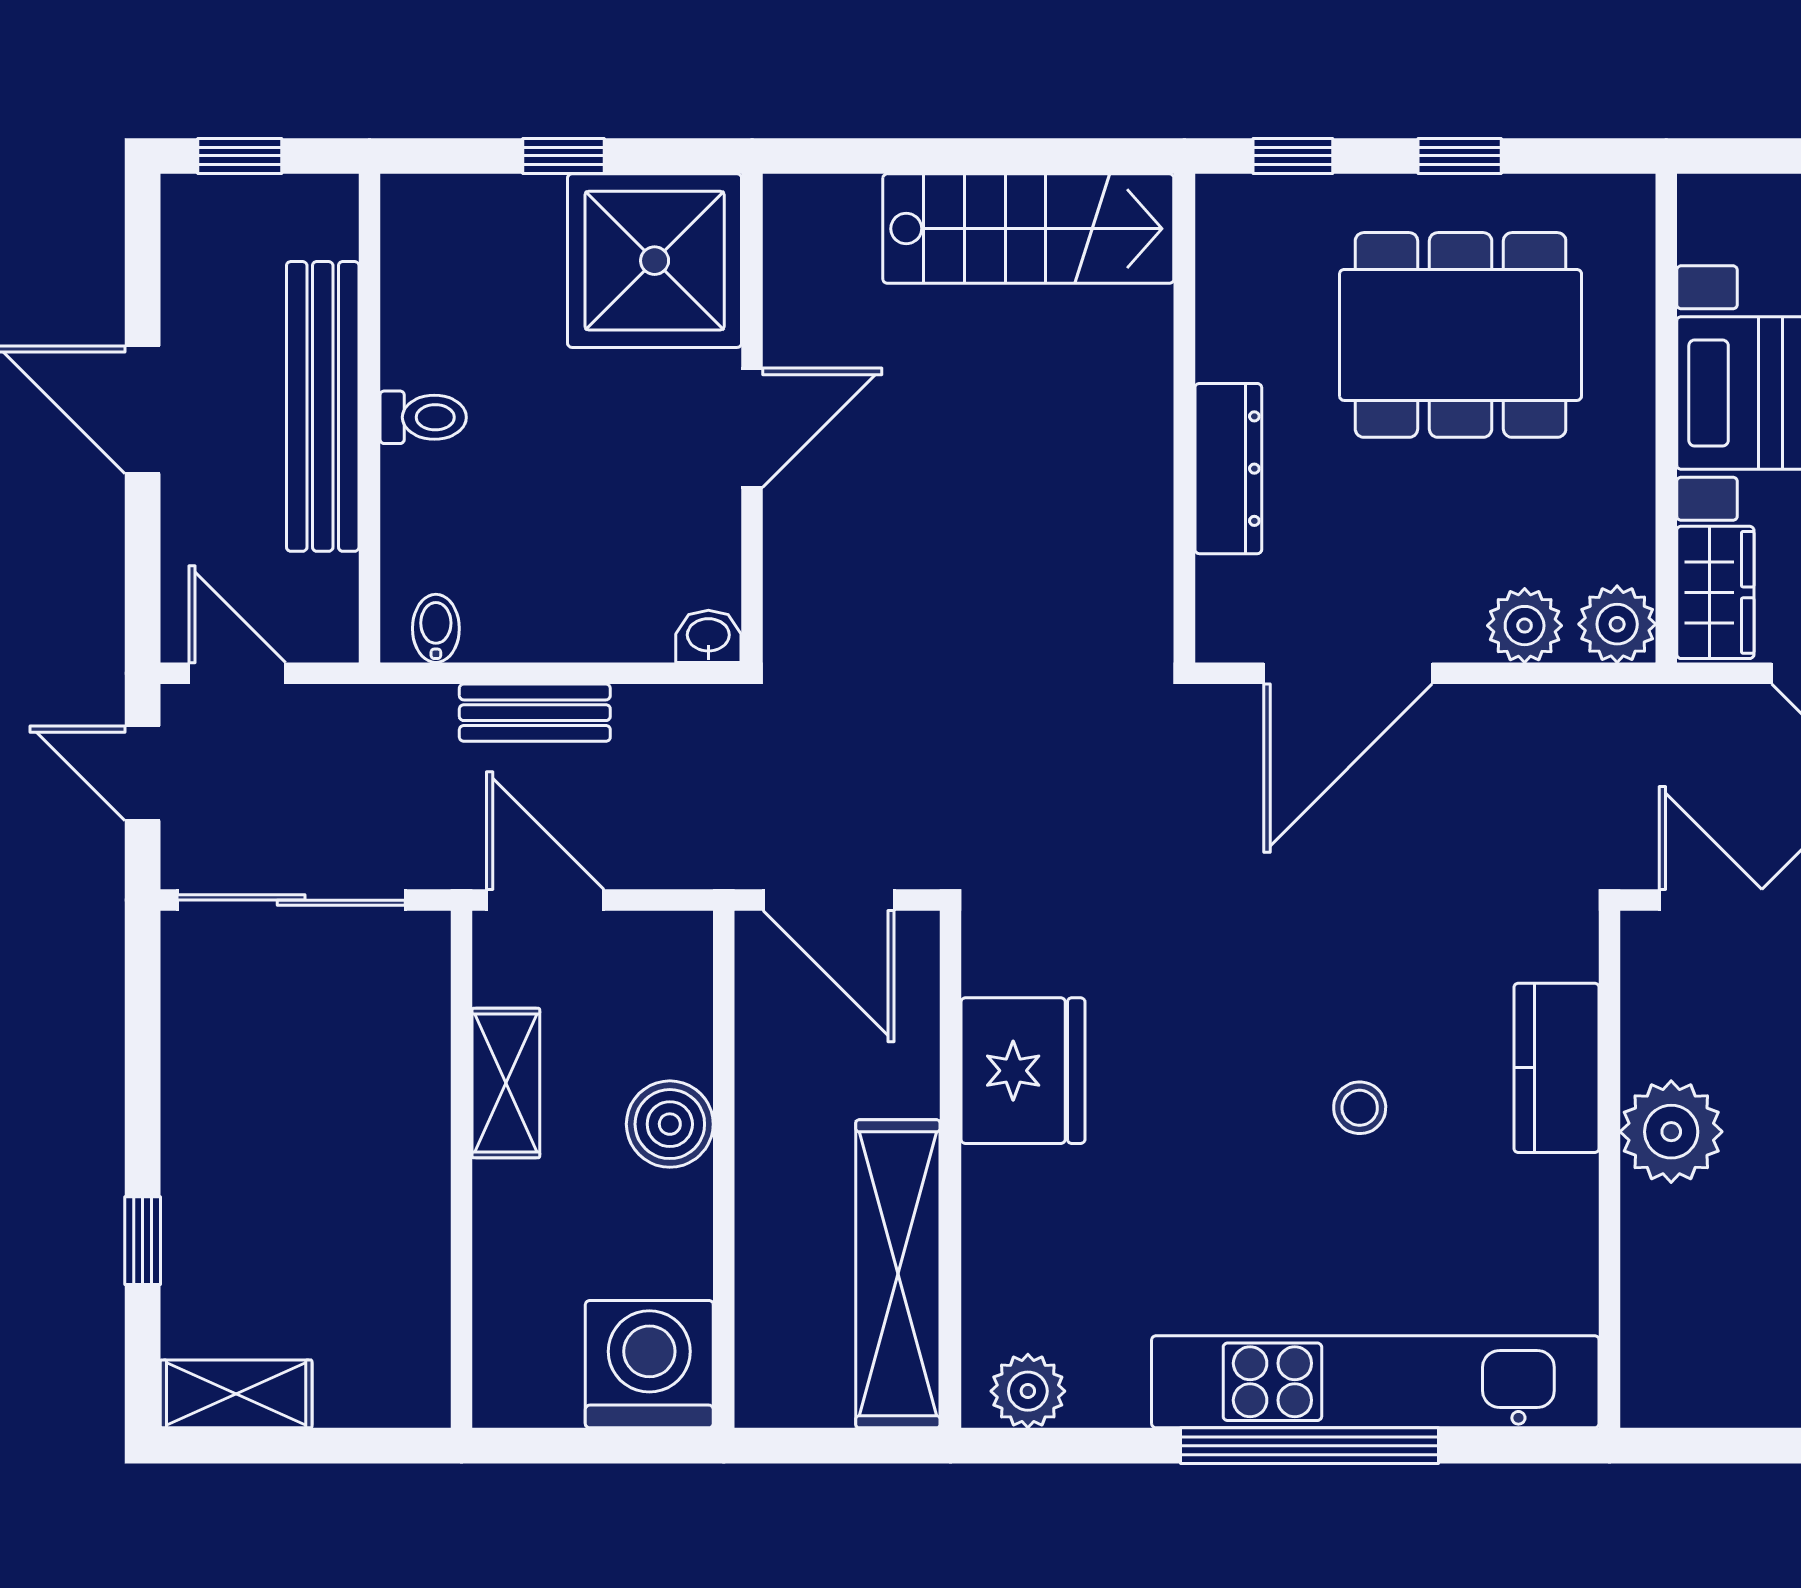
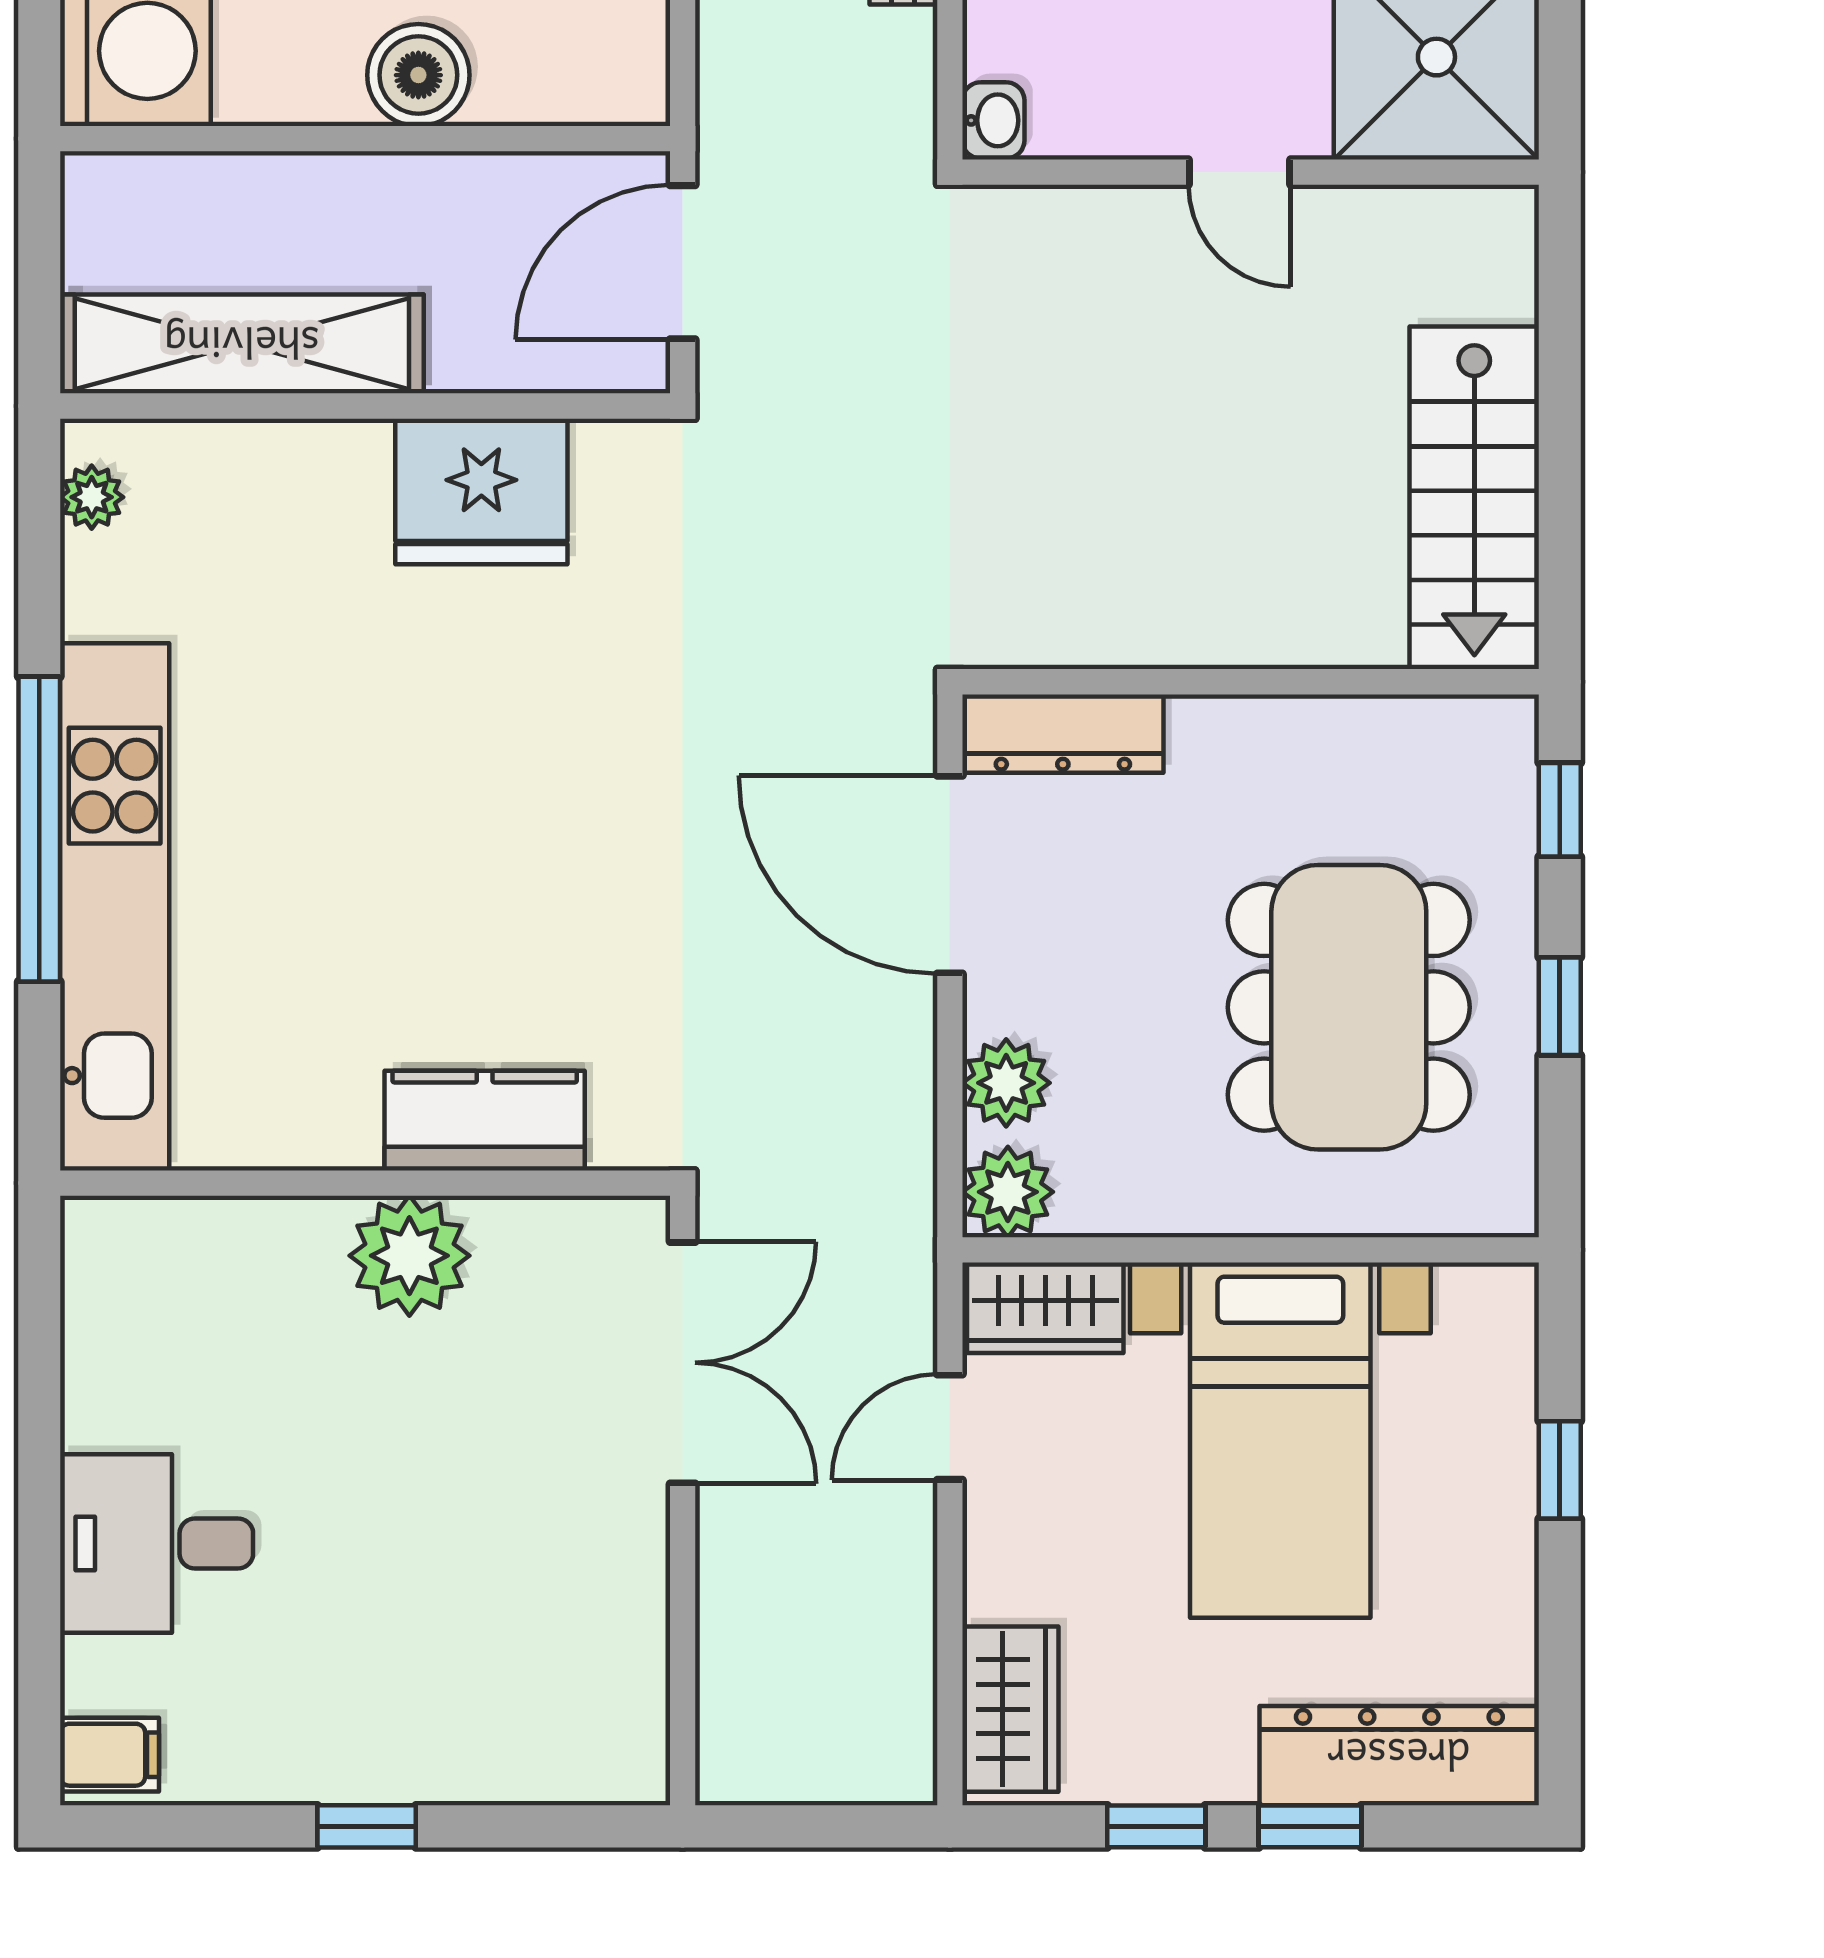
door: (752, 428) -> (1239, 172), width x0.73
dresser: (1228, 469) -> (1063, 734), moved
stool: (1360, 1108) -> (438, 888), removed
plant: (1028, 1391) -> (92, 497), width x0.73, depth x0.73

